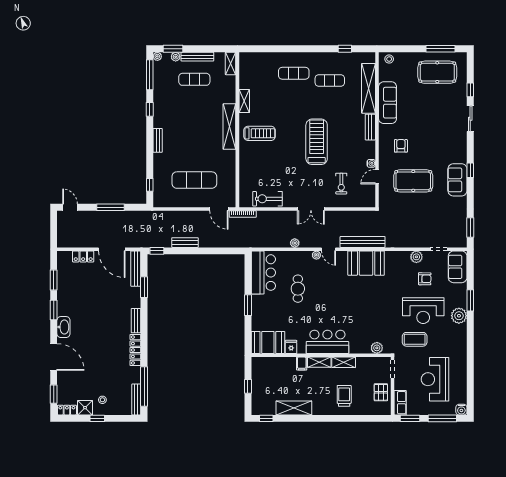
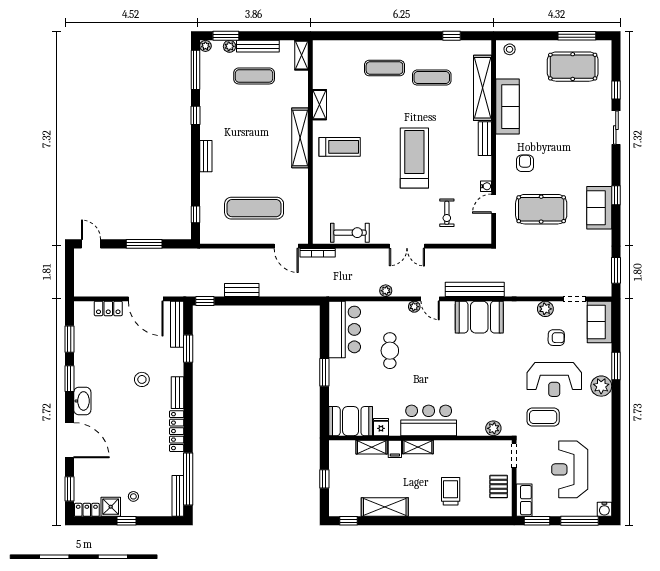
exercise bike: (267, 199) -> (350, 233), turned 180
stool: (109, 311) -> (142, 379), added
shelving: (344, 362) -> (372, 447), moved

